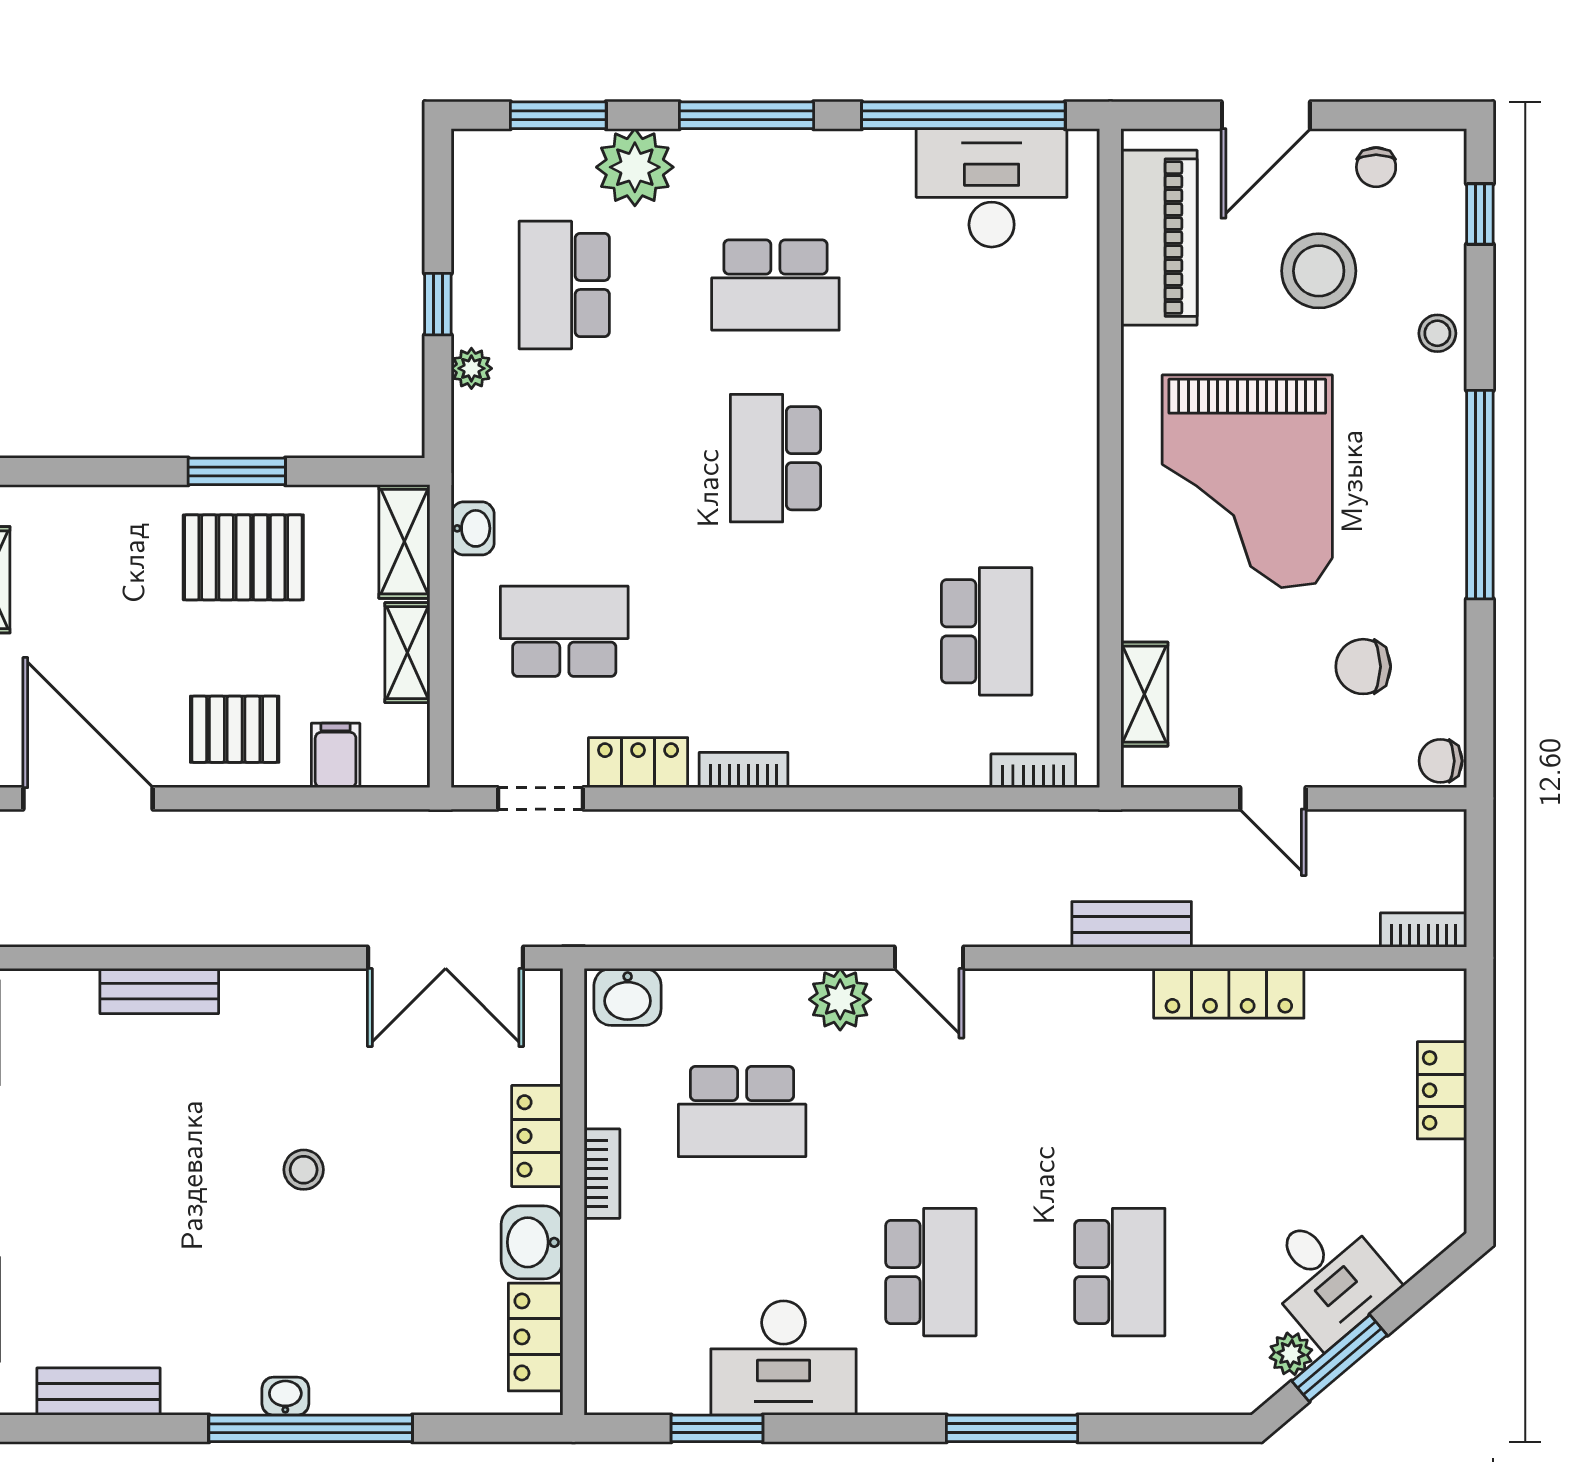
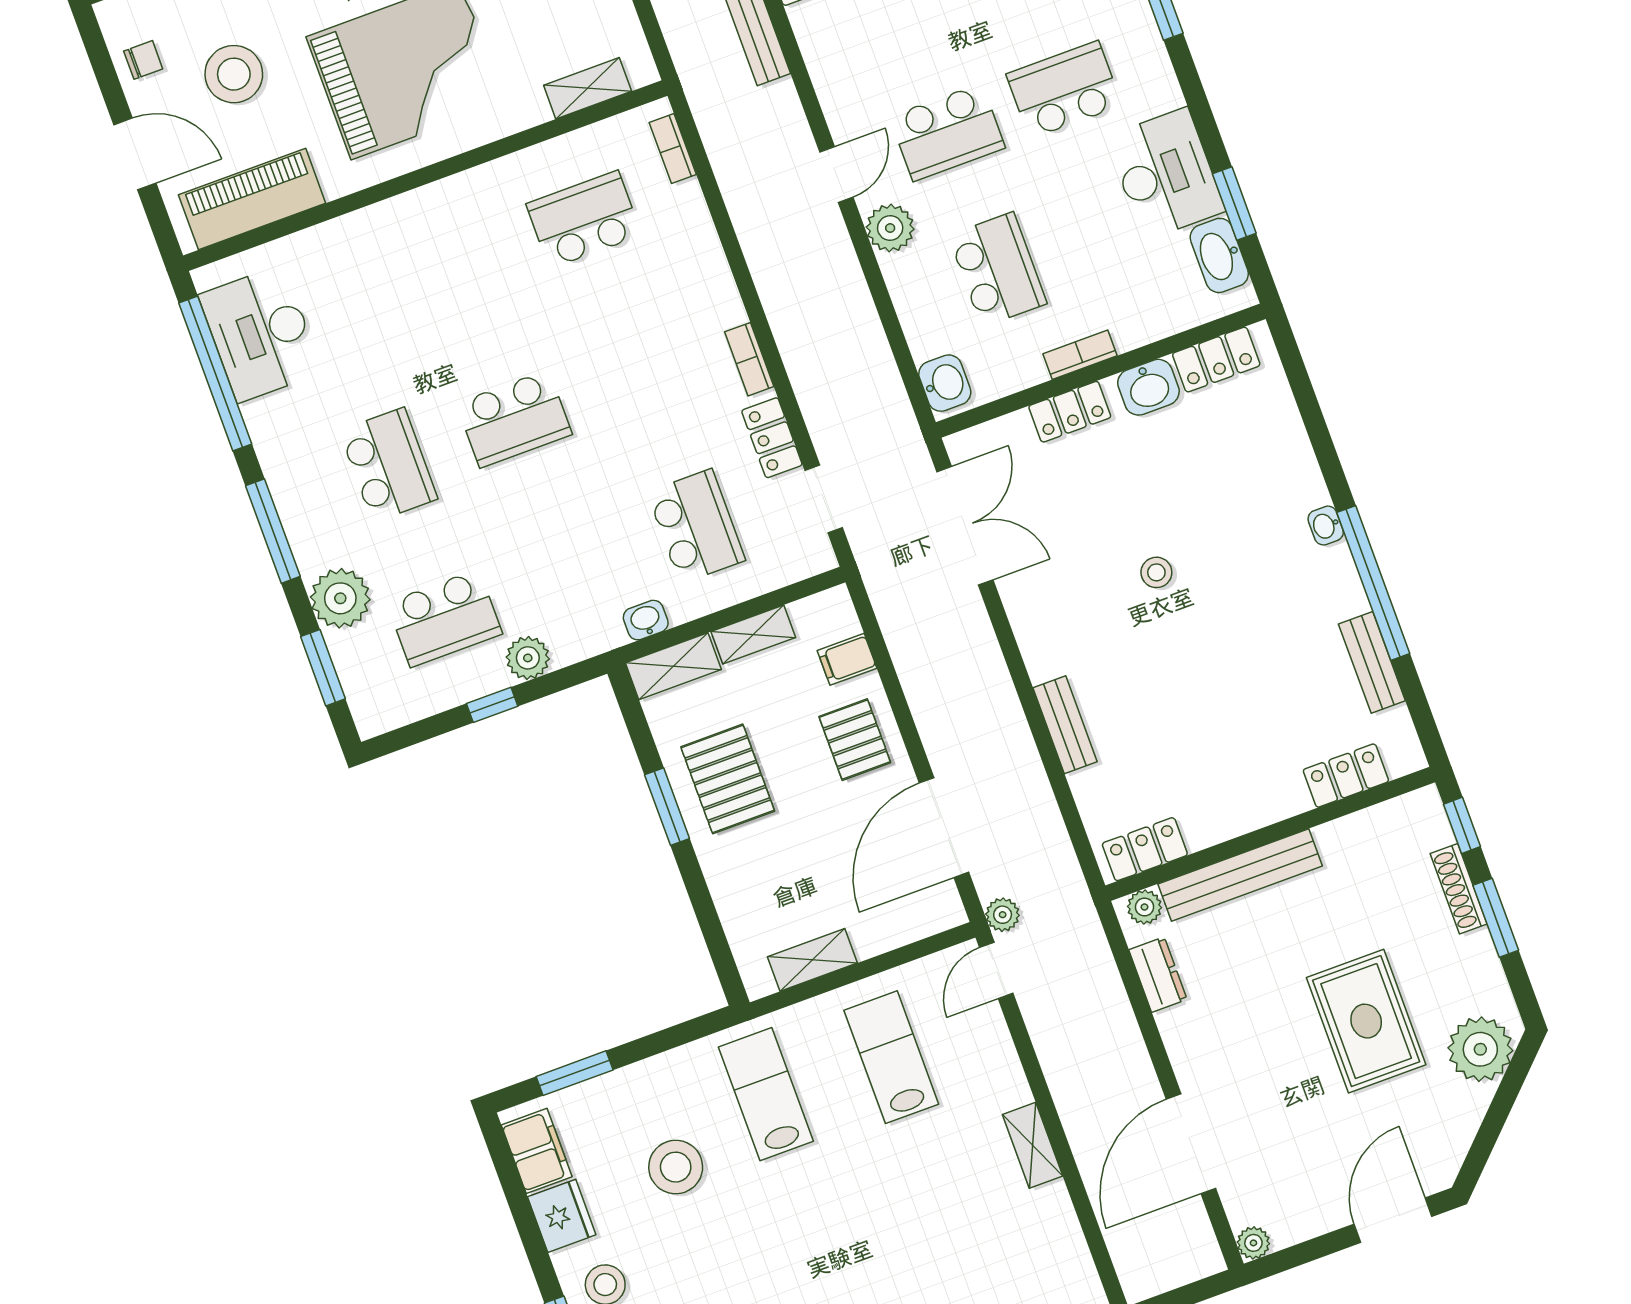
plant: (471, 368) -> (528, 658), width x1.38, depth x1.38
school desk: (564, 631) -> (696, 526), turned 180
school desk: (931, 1111) -> (947, 132), added
washbasin: (661, 1387) -> (1219, 255), added
window: (311, 1428) -> (1373, 583), moved

